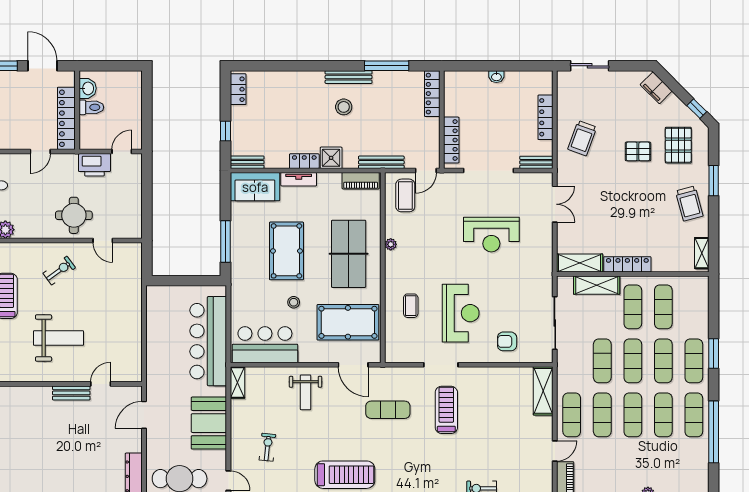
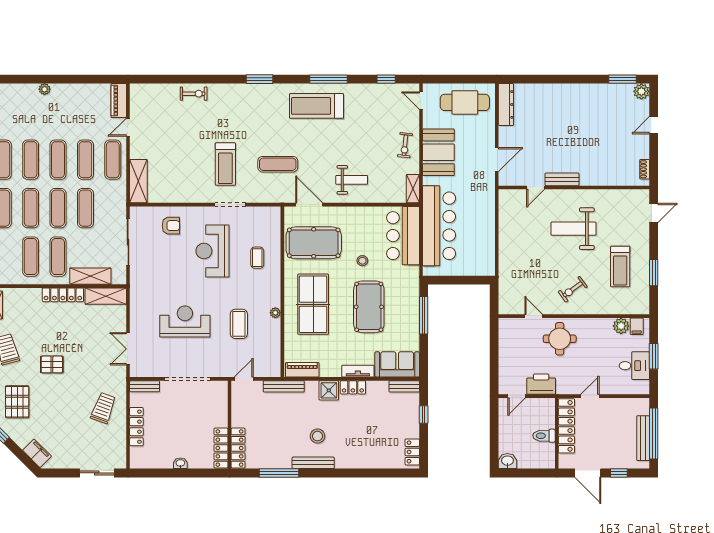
washbasin: (88, 88) -> (507, 461), moved, turned 90
locker: (451, 140) -> (221, 448), moved
pallet: (638, 151) -> (52, 364), moved
coffee table: (405, 195) -> (239, 324), moved
bar counter: (265, 345) -> (403, 236), moved, turned 90
weight bench: (306, 392) -> (352, 180), turned 90
exercise bike: (267, 447) -> (405, 145), moved

